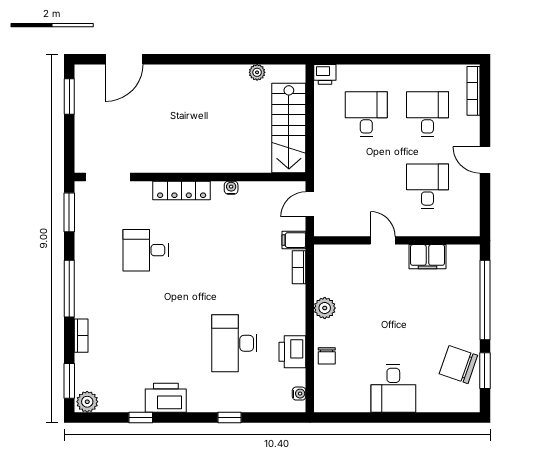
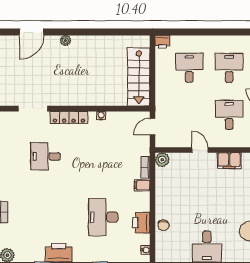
plant: (257, 72) -> (65, 40), moved
doorway: (108, 177) -> (33, 109), moved
filing cabinet: (294, 240) -> (142, 185), moved
plant: (325, 308) -> (162, 160), moved

